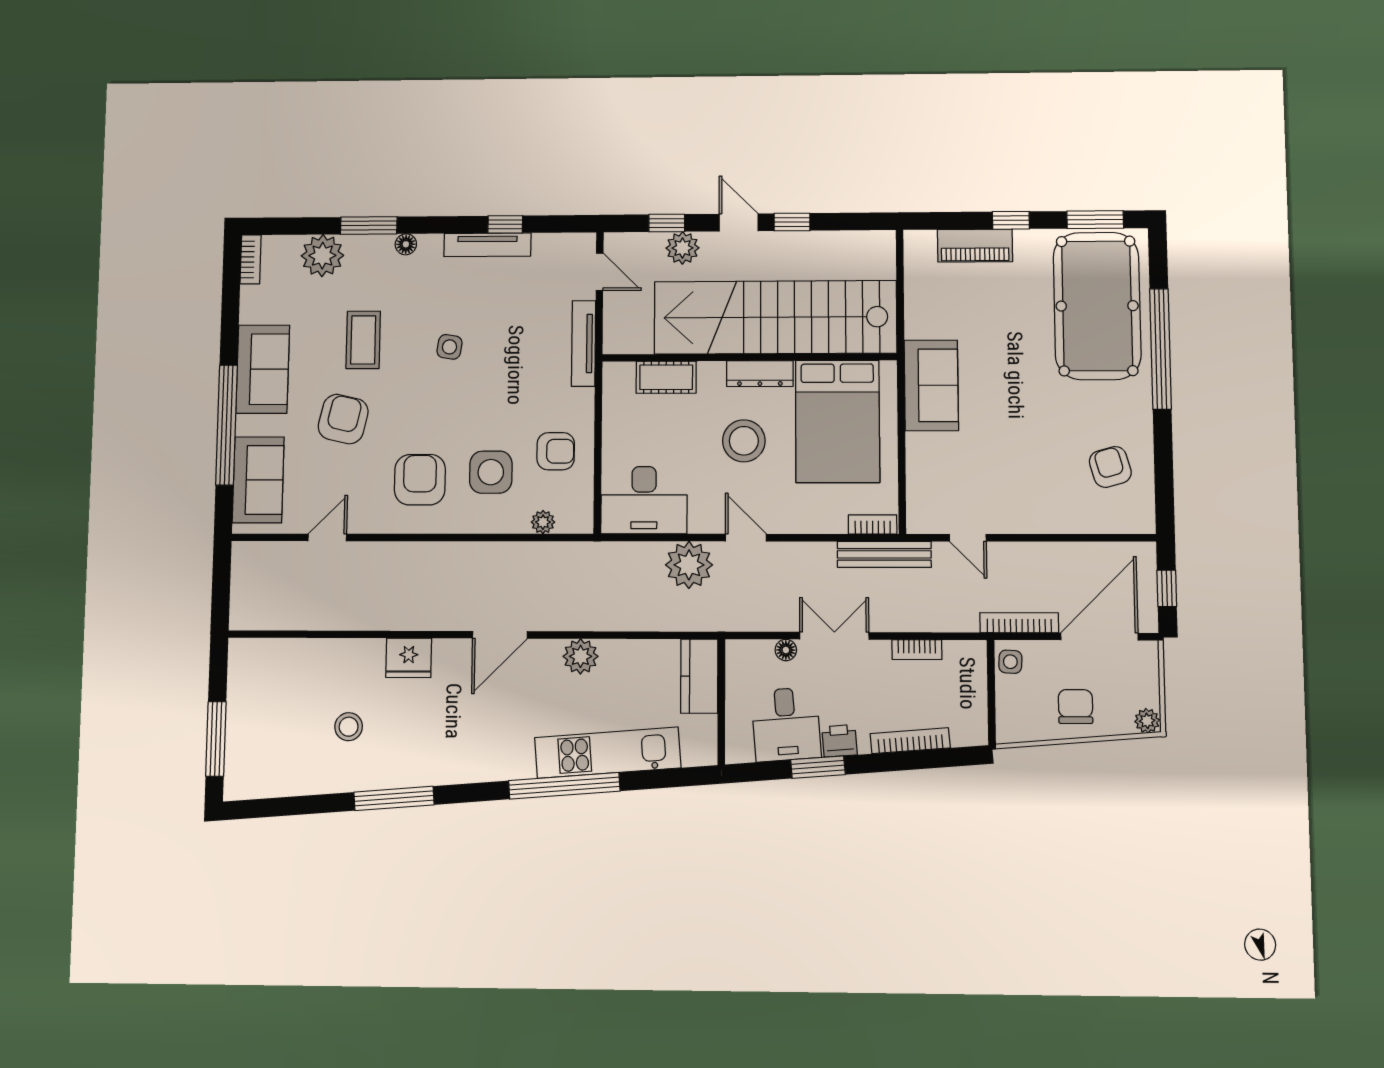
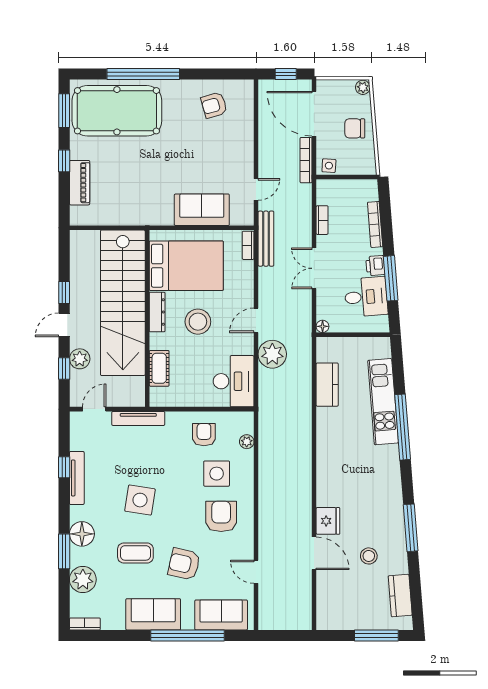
floor lamp: (406, 244) -> (82, 534), width x1.89, depth x1.89
side table: (449, 347) -> (140, 500), width x1.87, depth x1.87
sofa: (931, 385) -> (202, 210), moved
armchair: (420, 480) -> (221, 516), turned 90
door: (500, 635) -> (314, 553), moved
floor lamp: (786, 650) -> (323, 326), moved
plant: (581, 656) -> (327, 418), removed
kitchen counter: (699, 676) -> (327, 385), moved, turned -90
window: (818, 767) -> (391, 278), width x1.44
kitchen counter: (281, 780) -> (400, 596), added

